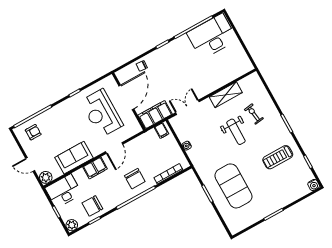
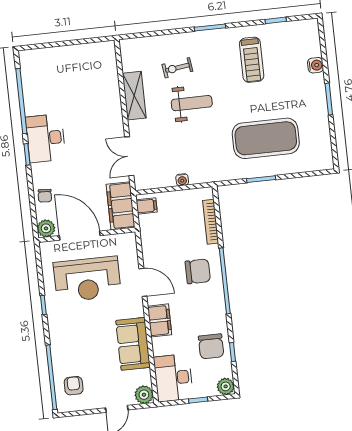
desk: (212, 36) -> (46, 138), moved, width x0.73, depth x0.77
plant: (122, 75) -> (46, 228), added
water cooler: (314, 185) -> (316, 65), moved

